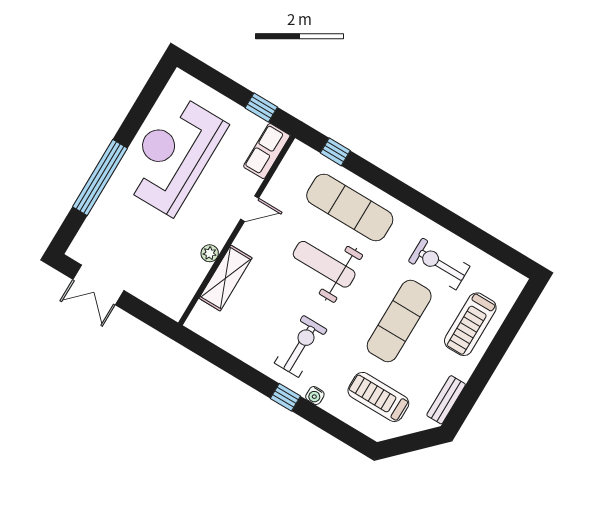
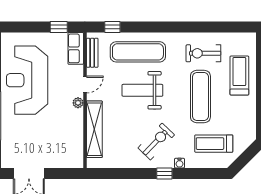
plant: (210, 253) -> (78, 103), moved
shelving: (225, 278) -> (94, 129), width x1.47
treadmill: (470, 324) -> (239, 75), turned 180
exercise bike: (301, 346) -> (156, 141), turned 44
bench: (446, 400) -> (92, 53), moved

